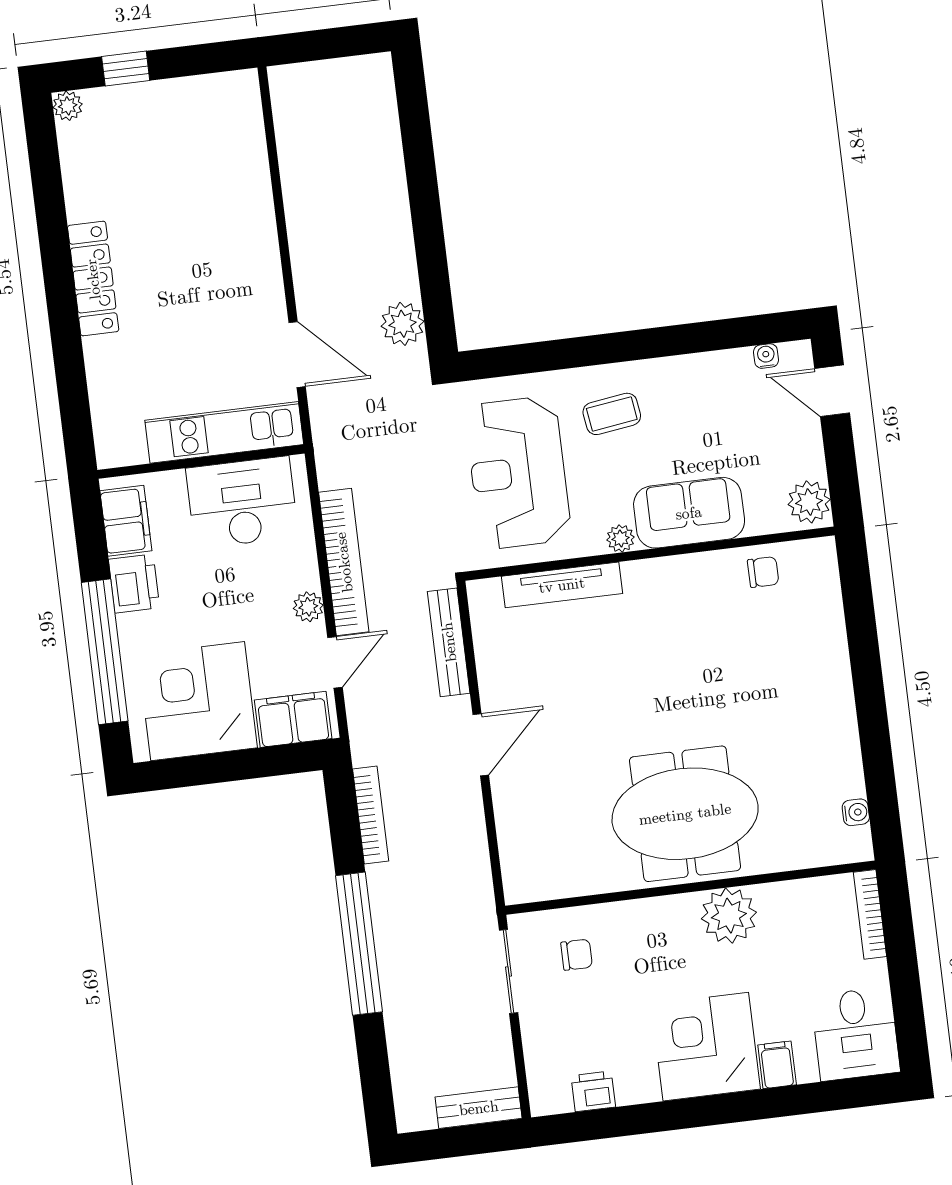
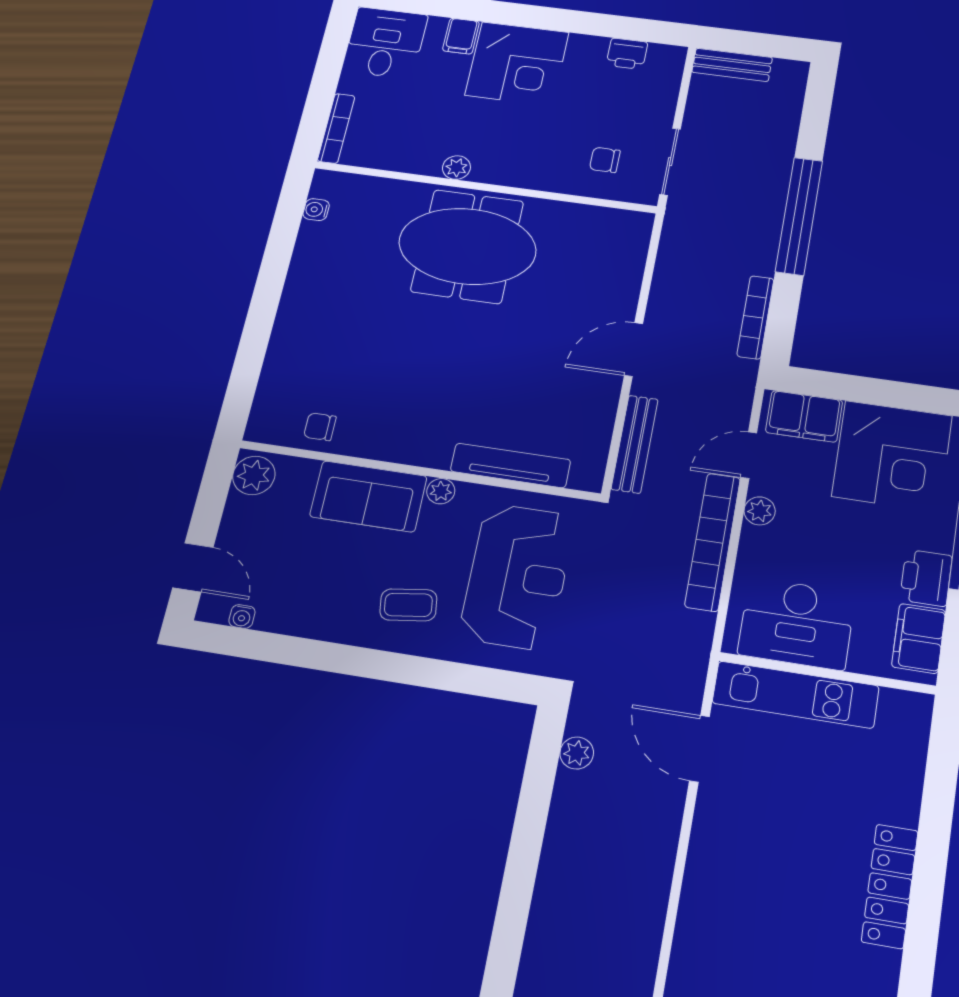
plant: (403, 324) -> (577, 753), width x0.73, depth x0.73
plant: (729, 916) -> (456, 168), width x0.53, depth x0.53

